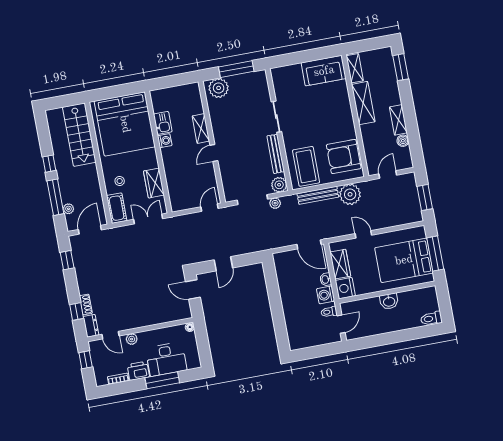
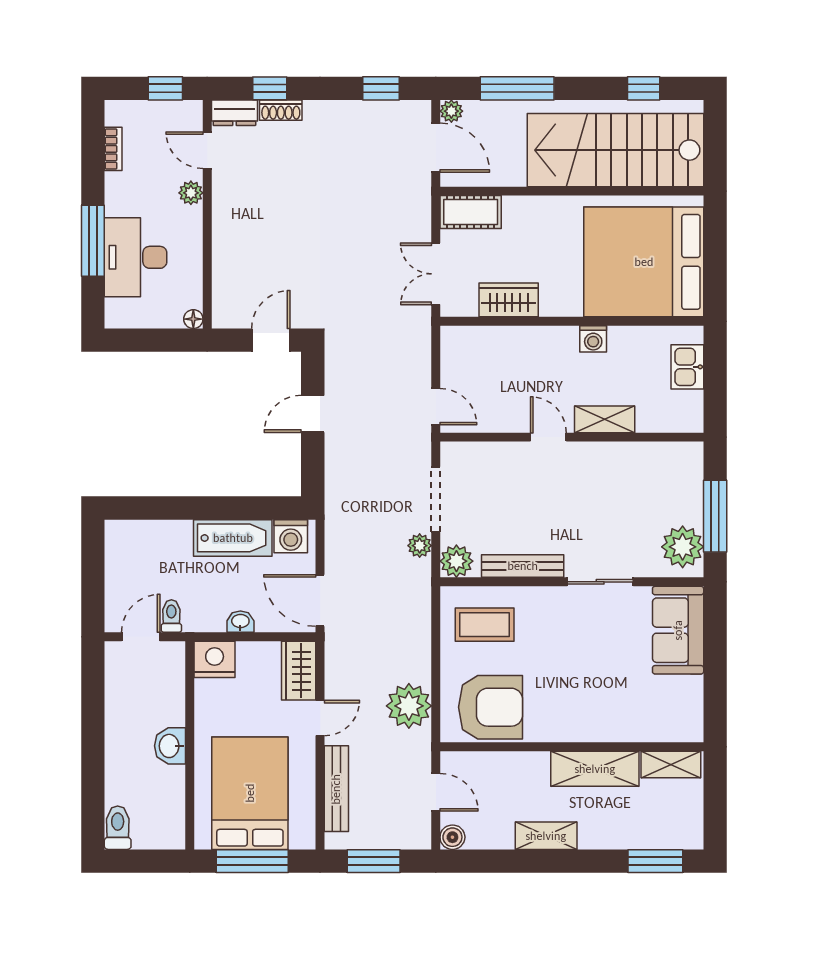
sofa: (324, 71) -> (678, 630), moved
plant: (219, 88) -> (683, 547), moved
kitchen sink: (163, 123) -> (687, 367), moved, turned 90
stairs: (79, 135) -> (616, 150), width x1.36, depth x1.51
boiler: (403, 141) -> (452, 837), moved
armchair: (344, 157) -> (491, 707), turned 90
window: (49, 164) -> (644, 88), moved
coffee table: (306, 166) -> (485, 625), width x0.73, depth x0.76
stool: (120, 181) -> (526, 229), removed
bench: (318, 195) -> (336, 789), moved
plant: (68, 209) -> (451, 111), moved
double door: (148, 219) -> (436, 274), swing flipped
door: (309, 244) -> (320, 601), hinge flipped
door: (223, 264) -> (313, 414), hinge flipped
wardrobe: (340, 264) -> (299, 671), moved, turned 90
bathtub: (288, 290) -> (233, 538), added
washing machine: (326, 295) -> (291, 536), moved, turned 180
door: (341, 324) -> (141, 637), swing flipped
door: (111, 335) -> (207, 150), hinge flipped
printer: (138, 371) -> (122, 194), removed

